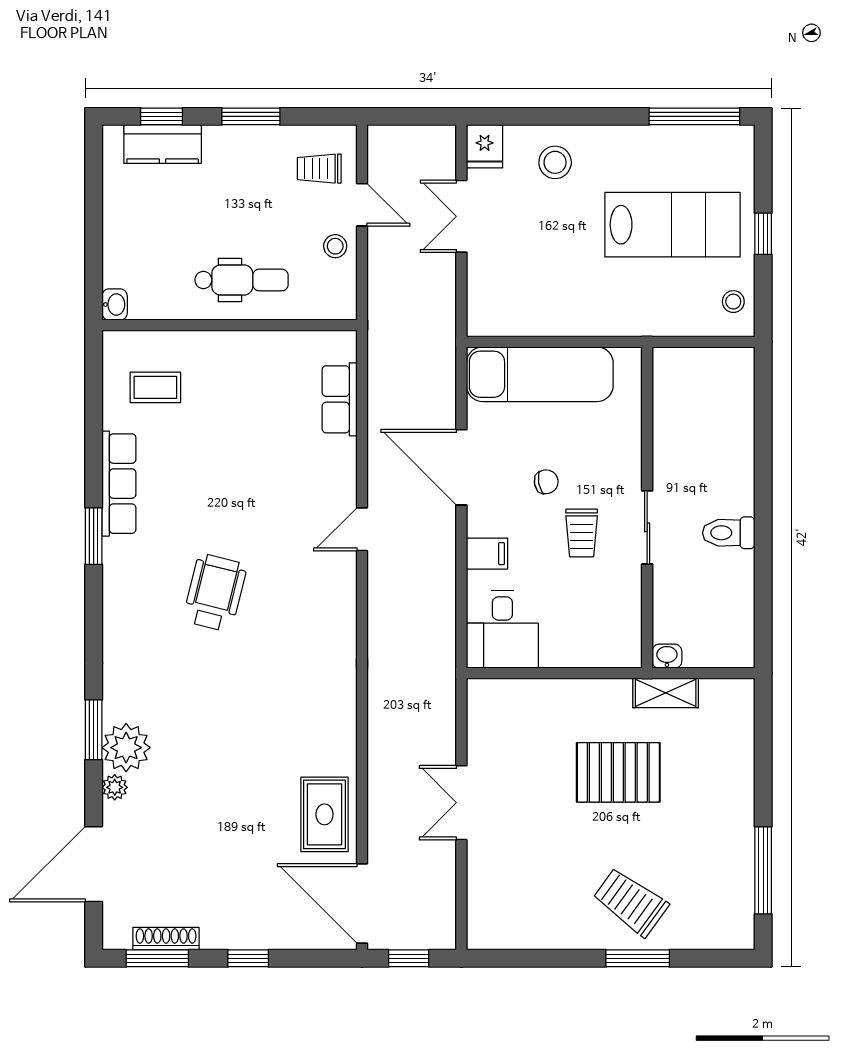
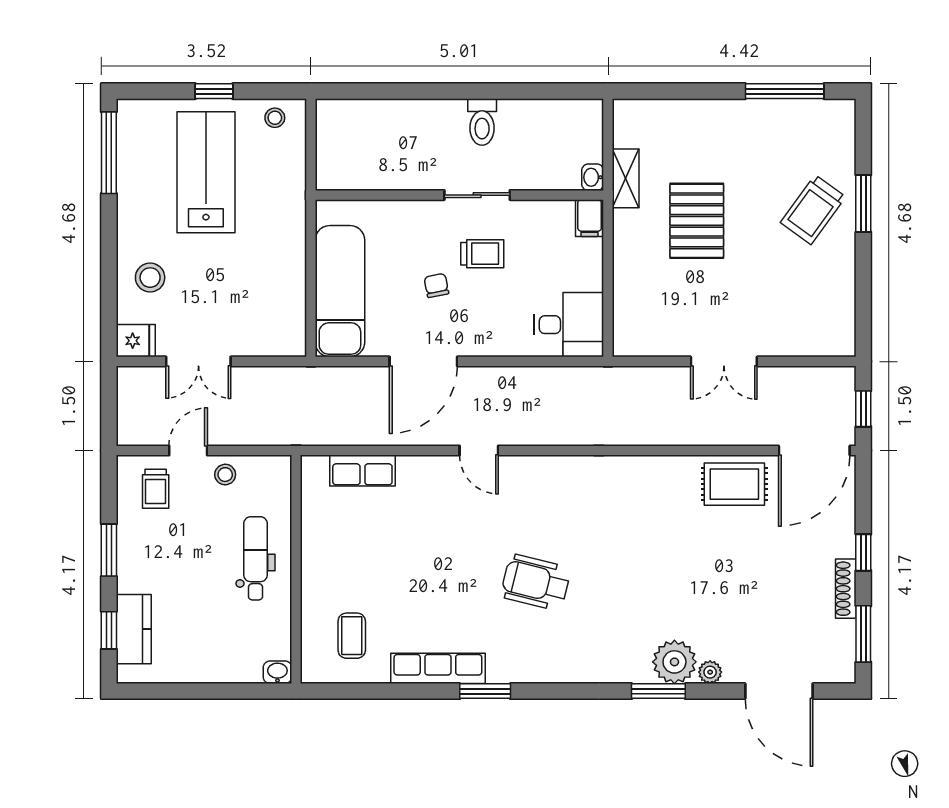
filing cabinet: (487, 554) -> (590, 218), moved, turned 180
shoe rack: (166, 939) -> (846, 589), moved

